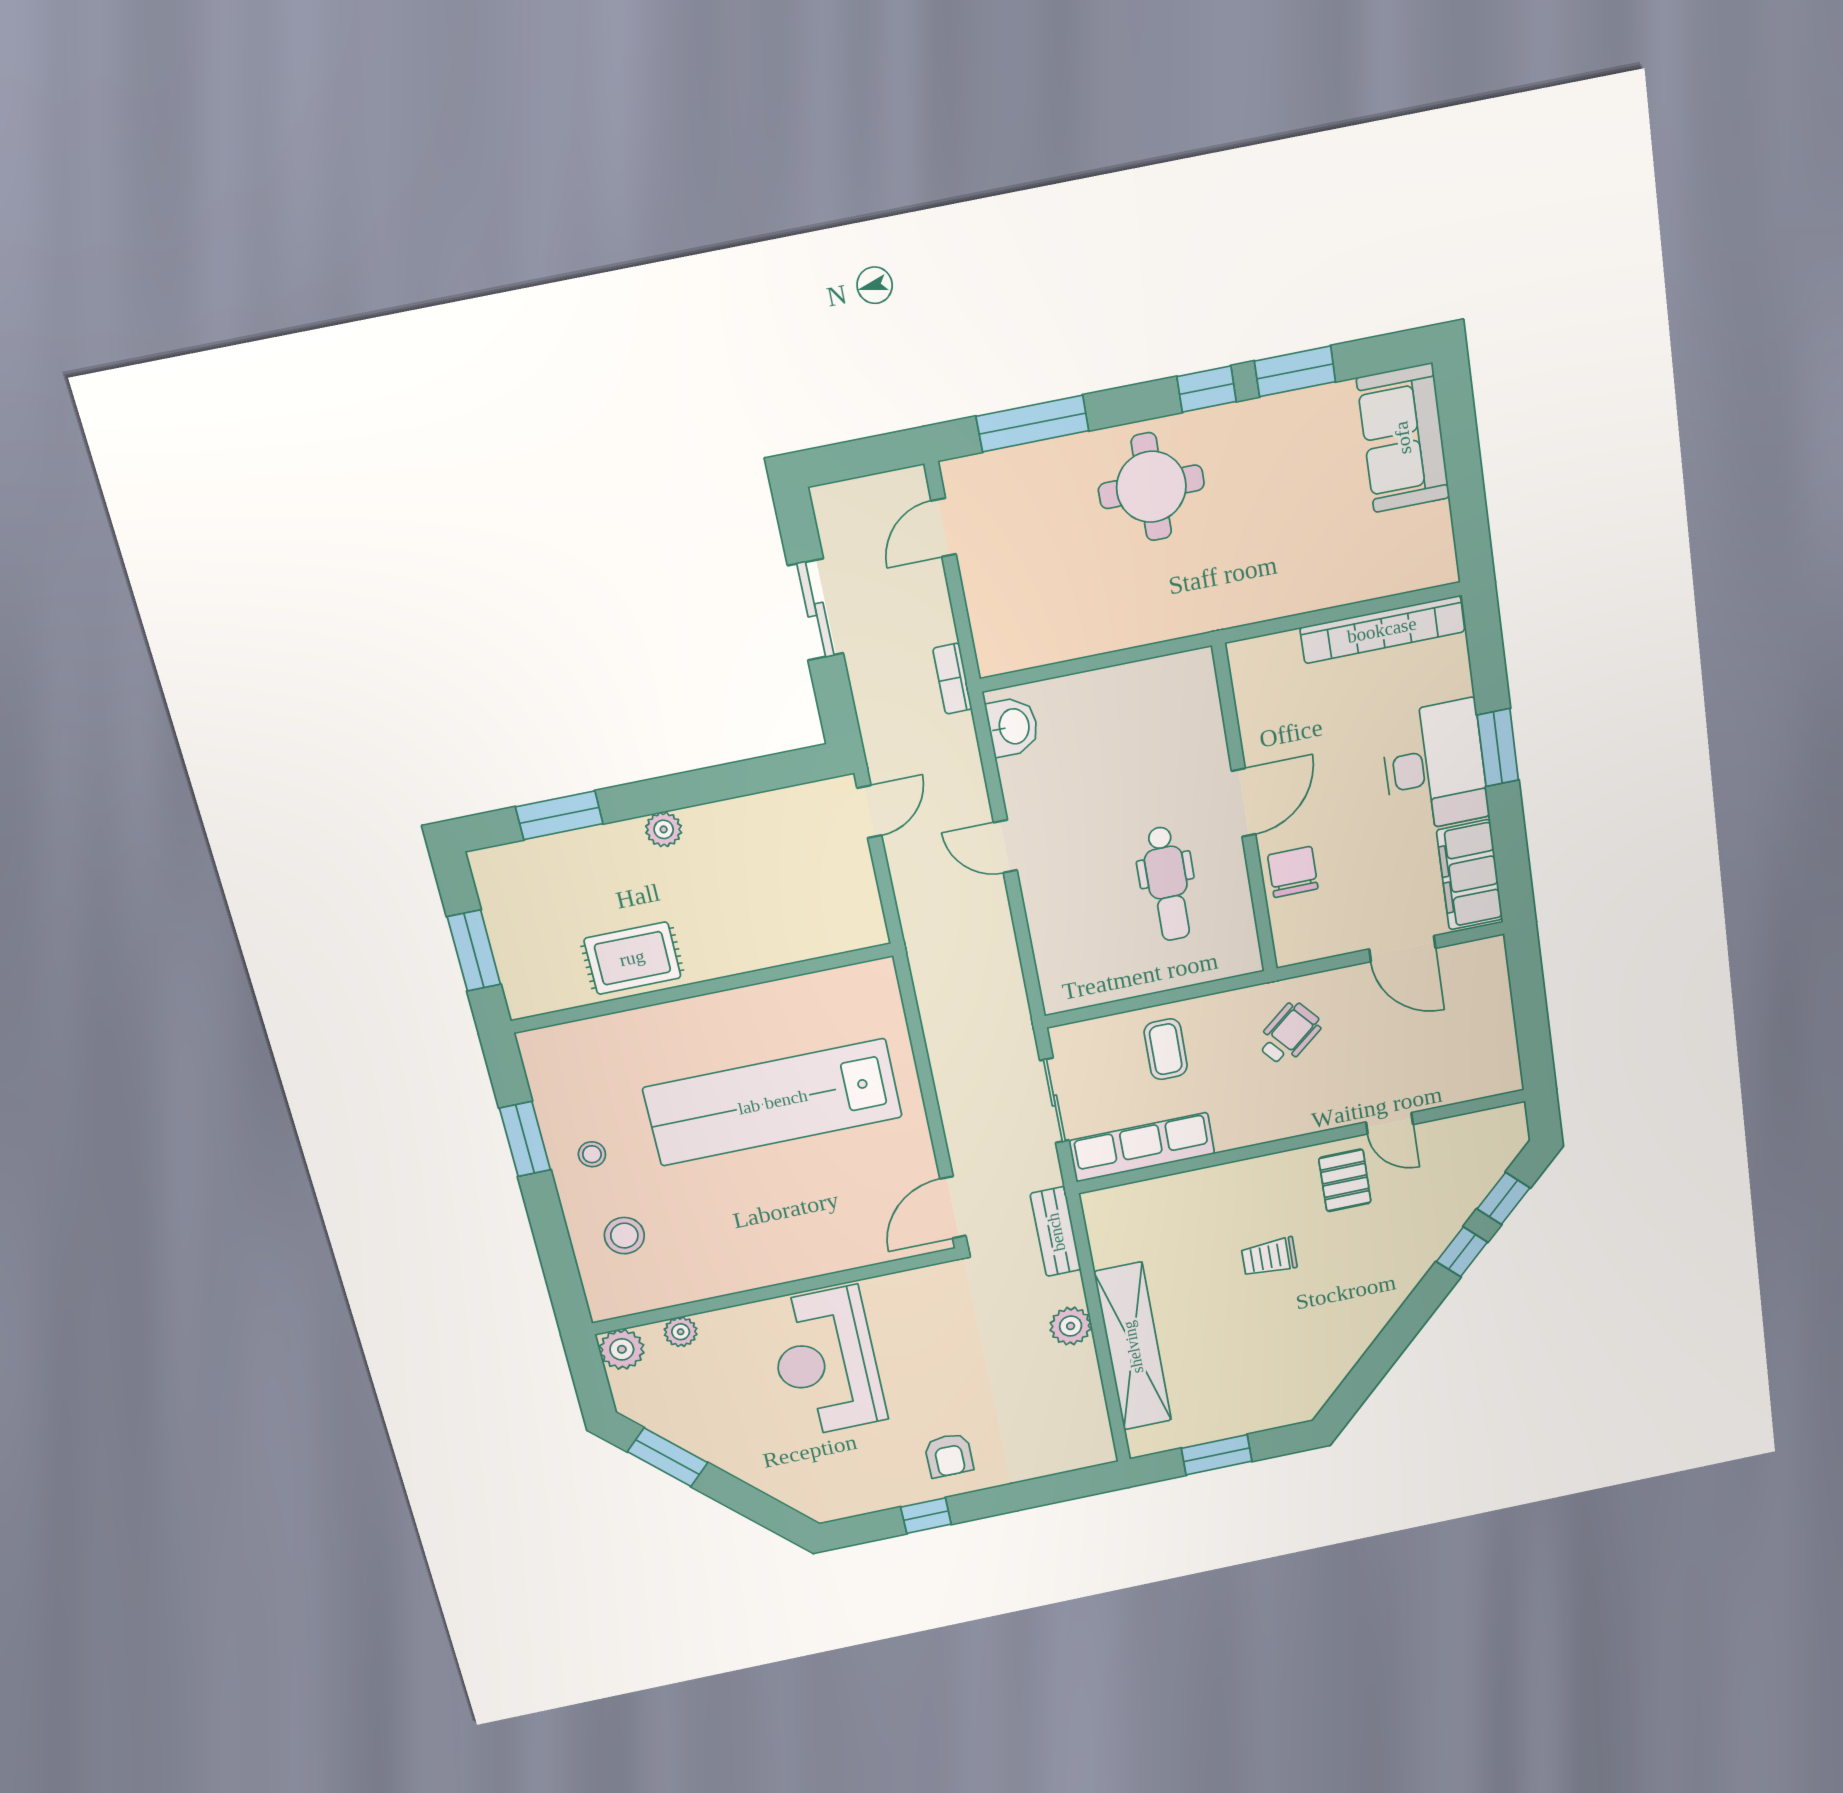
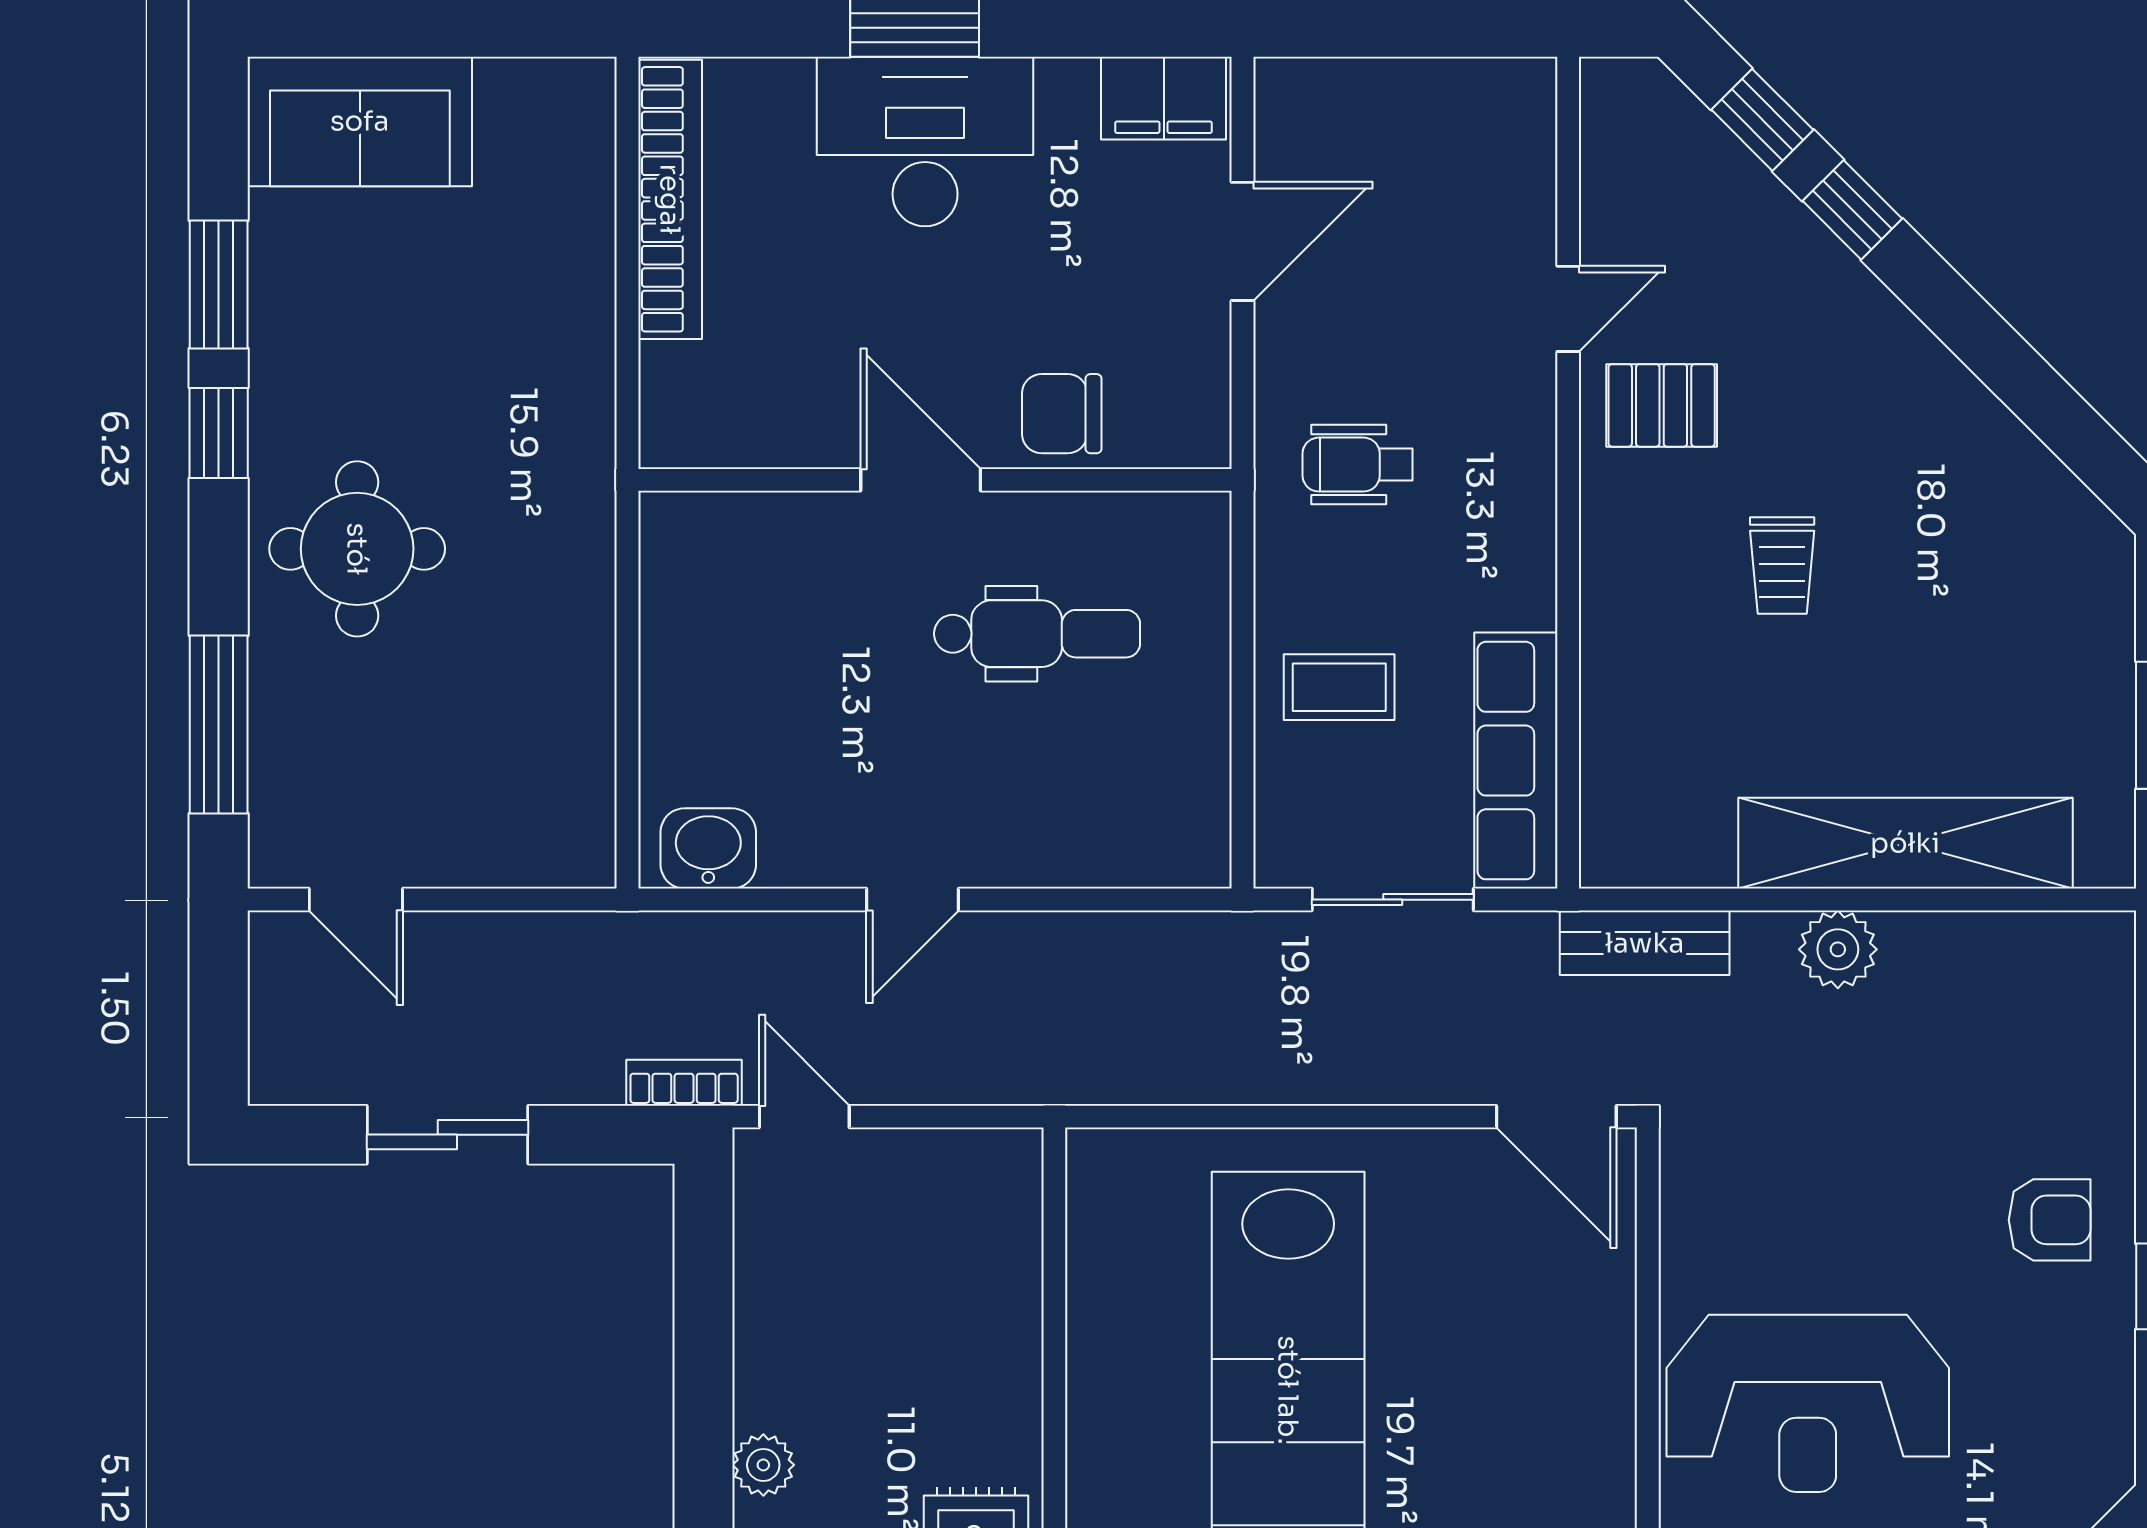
bookcase: (952, 679) -> (684, 1083), moved, turned 180
filing cabinet: (1470, 875) -> (1164, 98), width x0.67, depth x0.86
wheelchair: (1289, 1034) -> (1358, 465), turned -50

